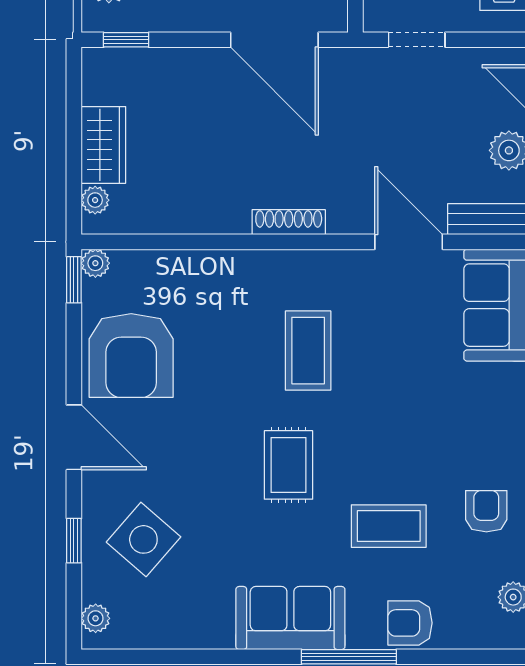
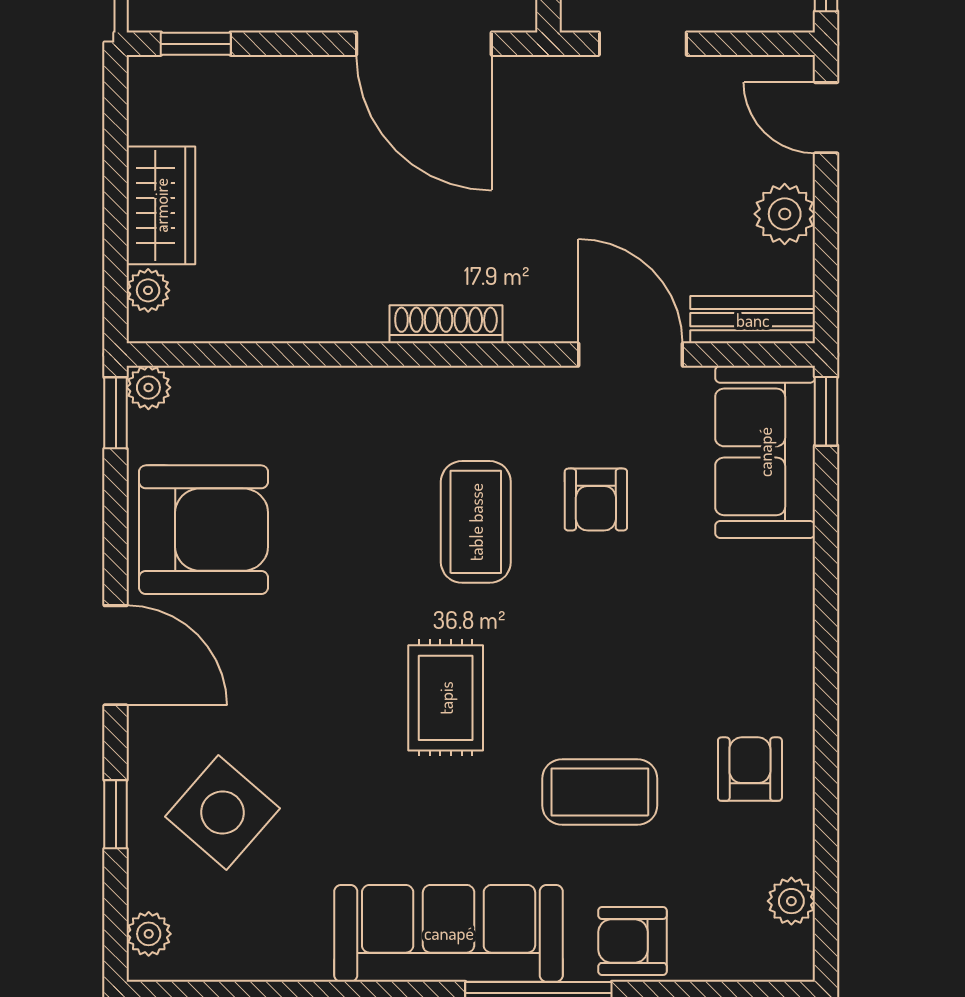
armchair: (386, 336) -> (596, 500), added
armchair: (131, 356) -> (203, 530), turned -90
sofa: (290, 618) -> (449, 933), width x1.36

